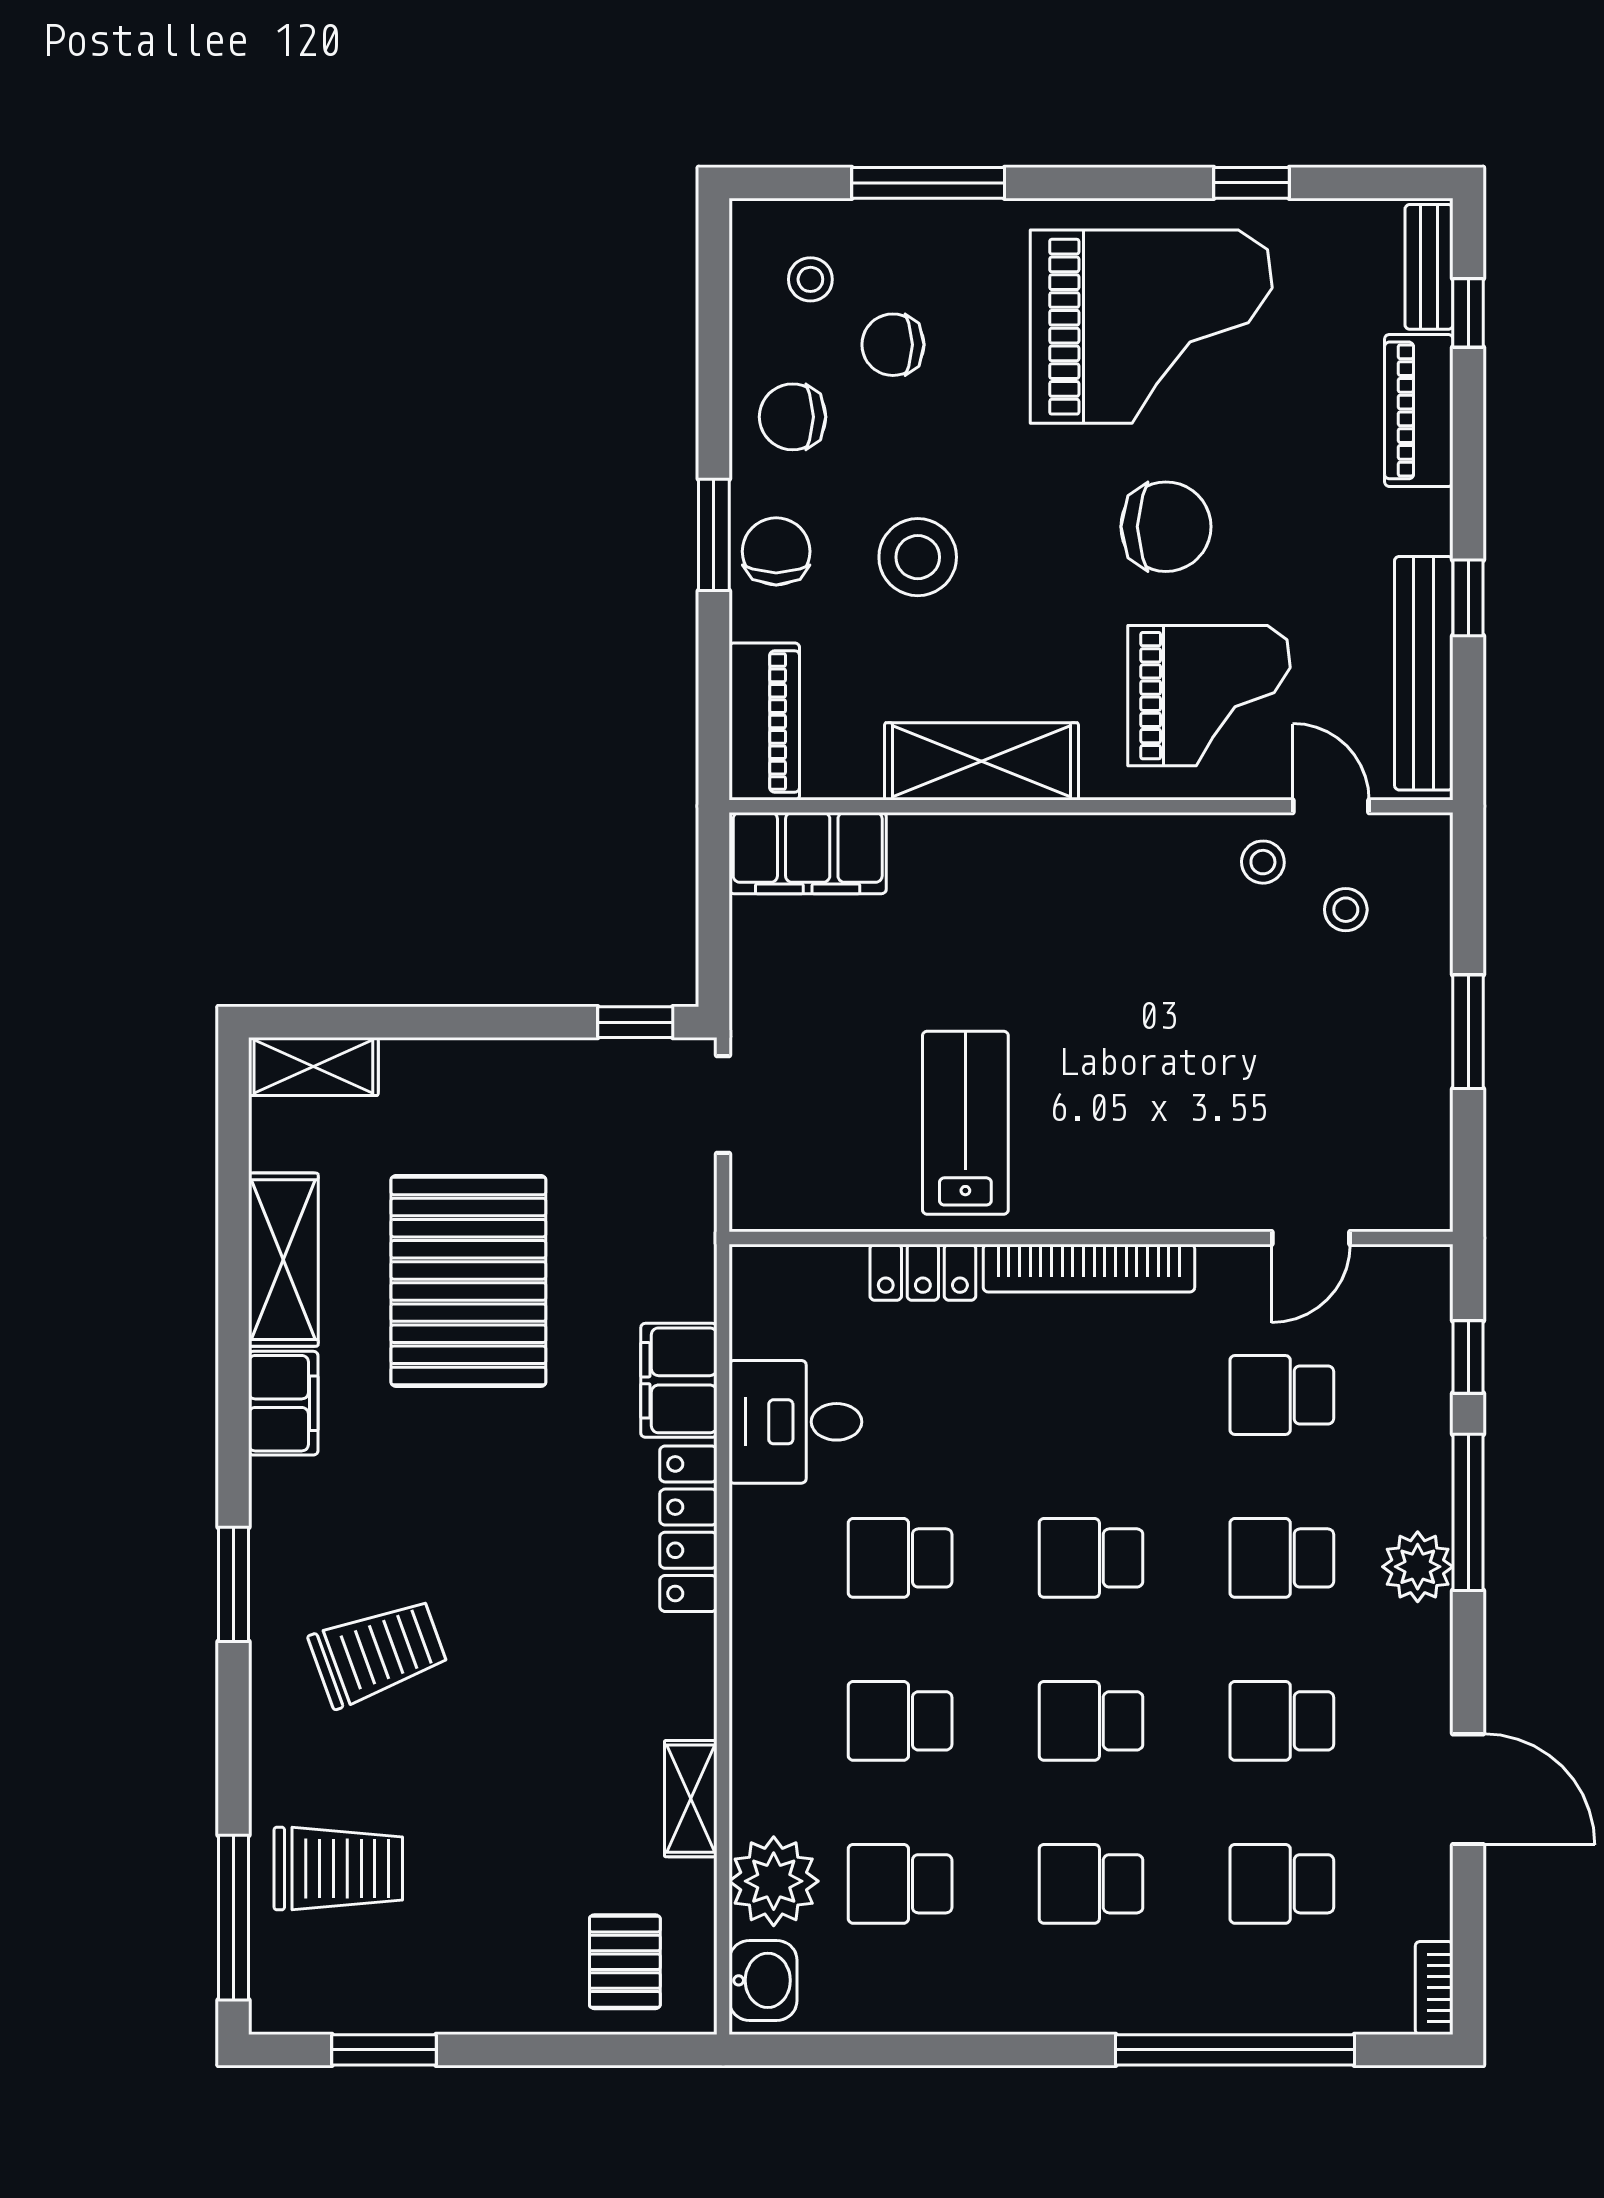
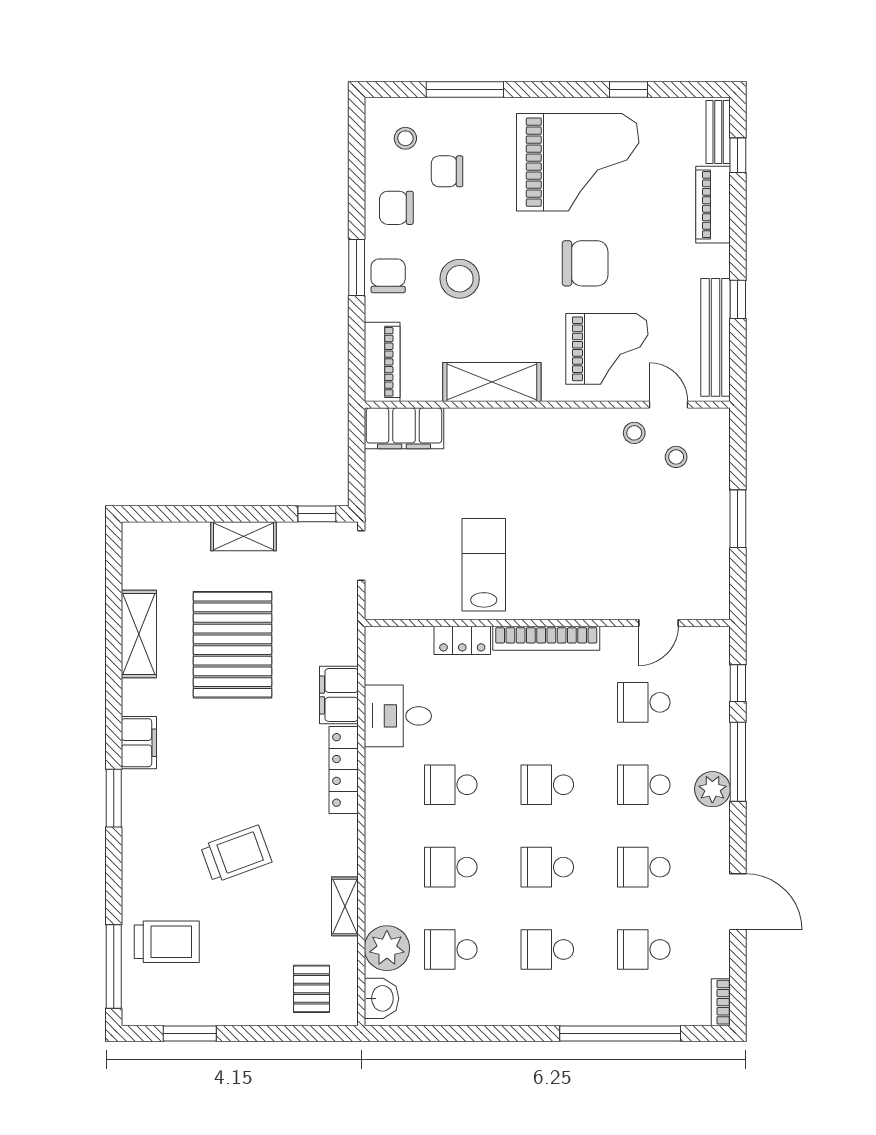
shelving: (313, 1066) -> (244, 536), moved
filing cabinet: (283, 1403) -> (139, 743), moved
trolley: (378, 1652) -> (236, 854), moved

